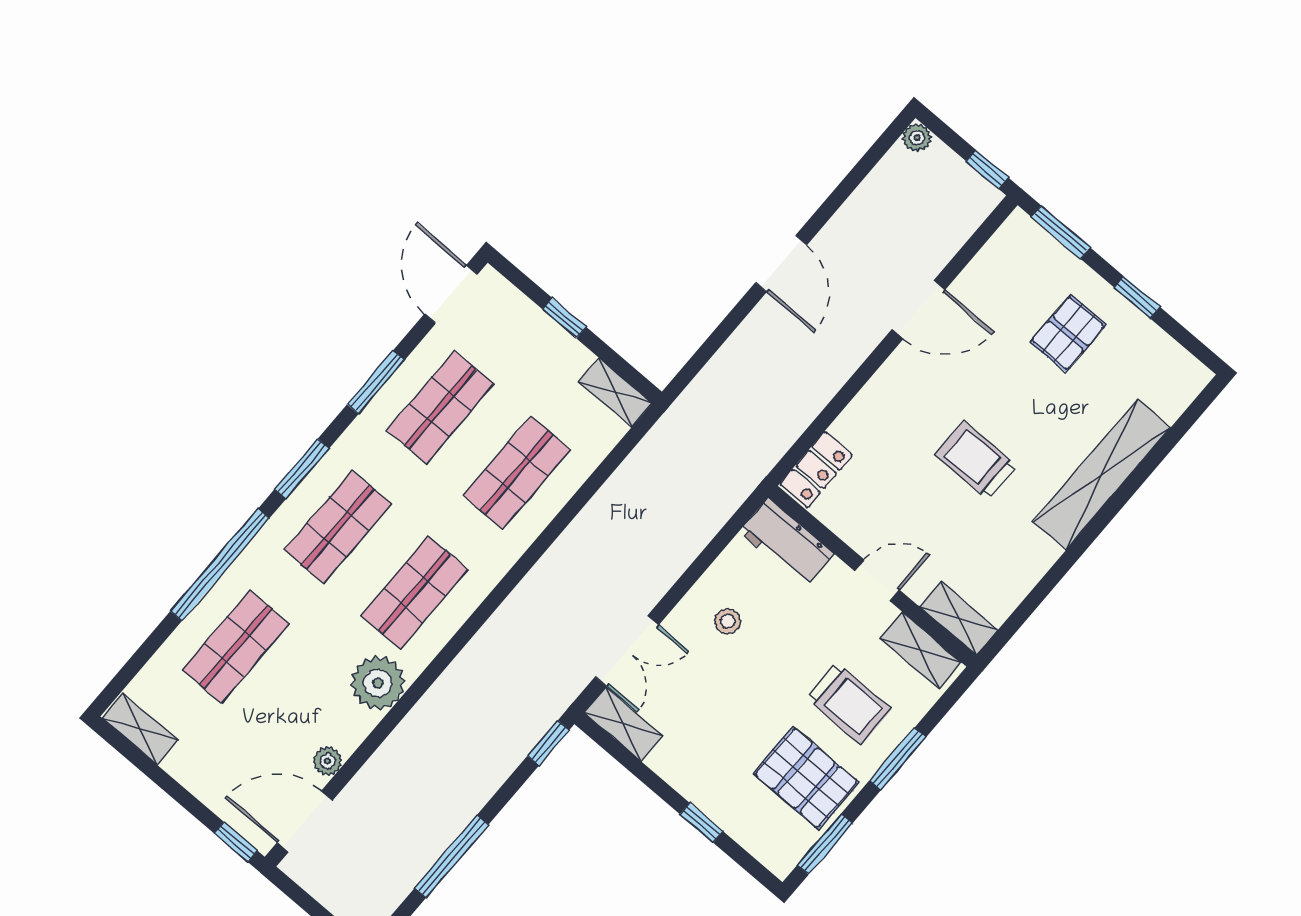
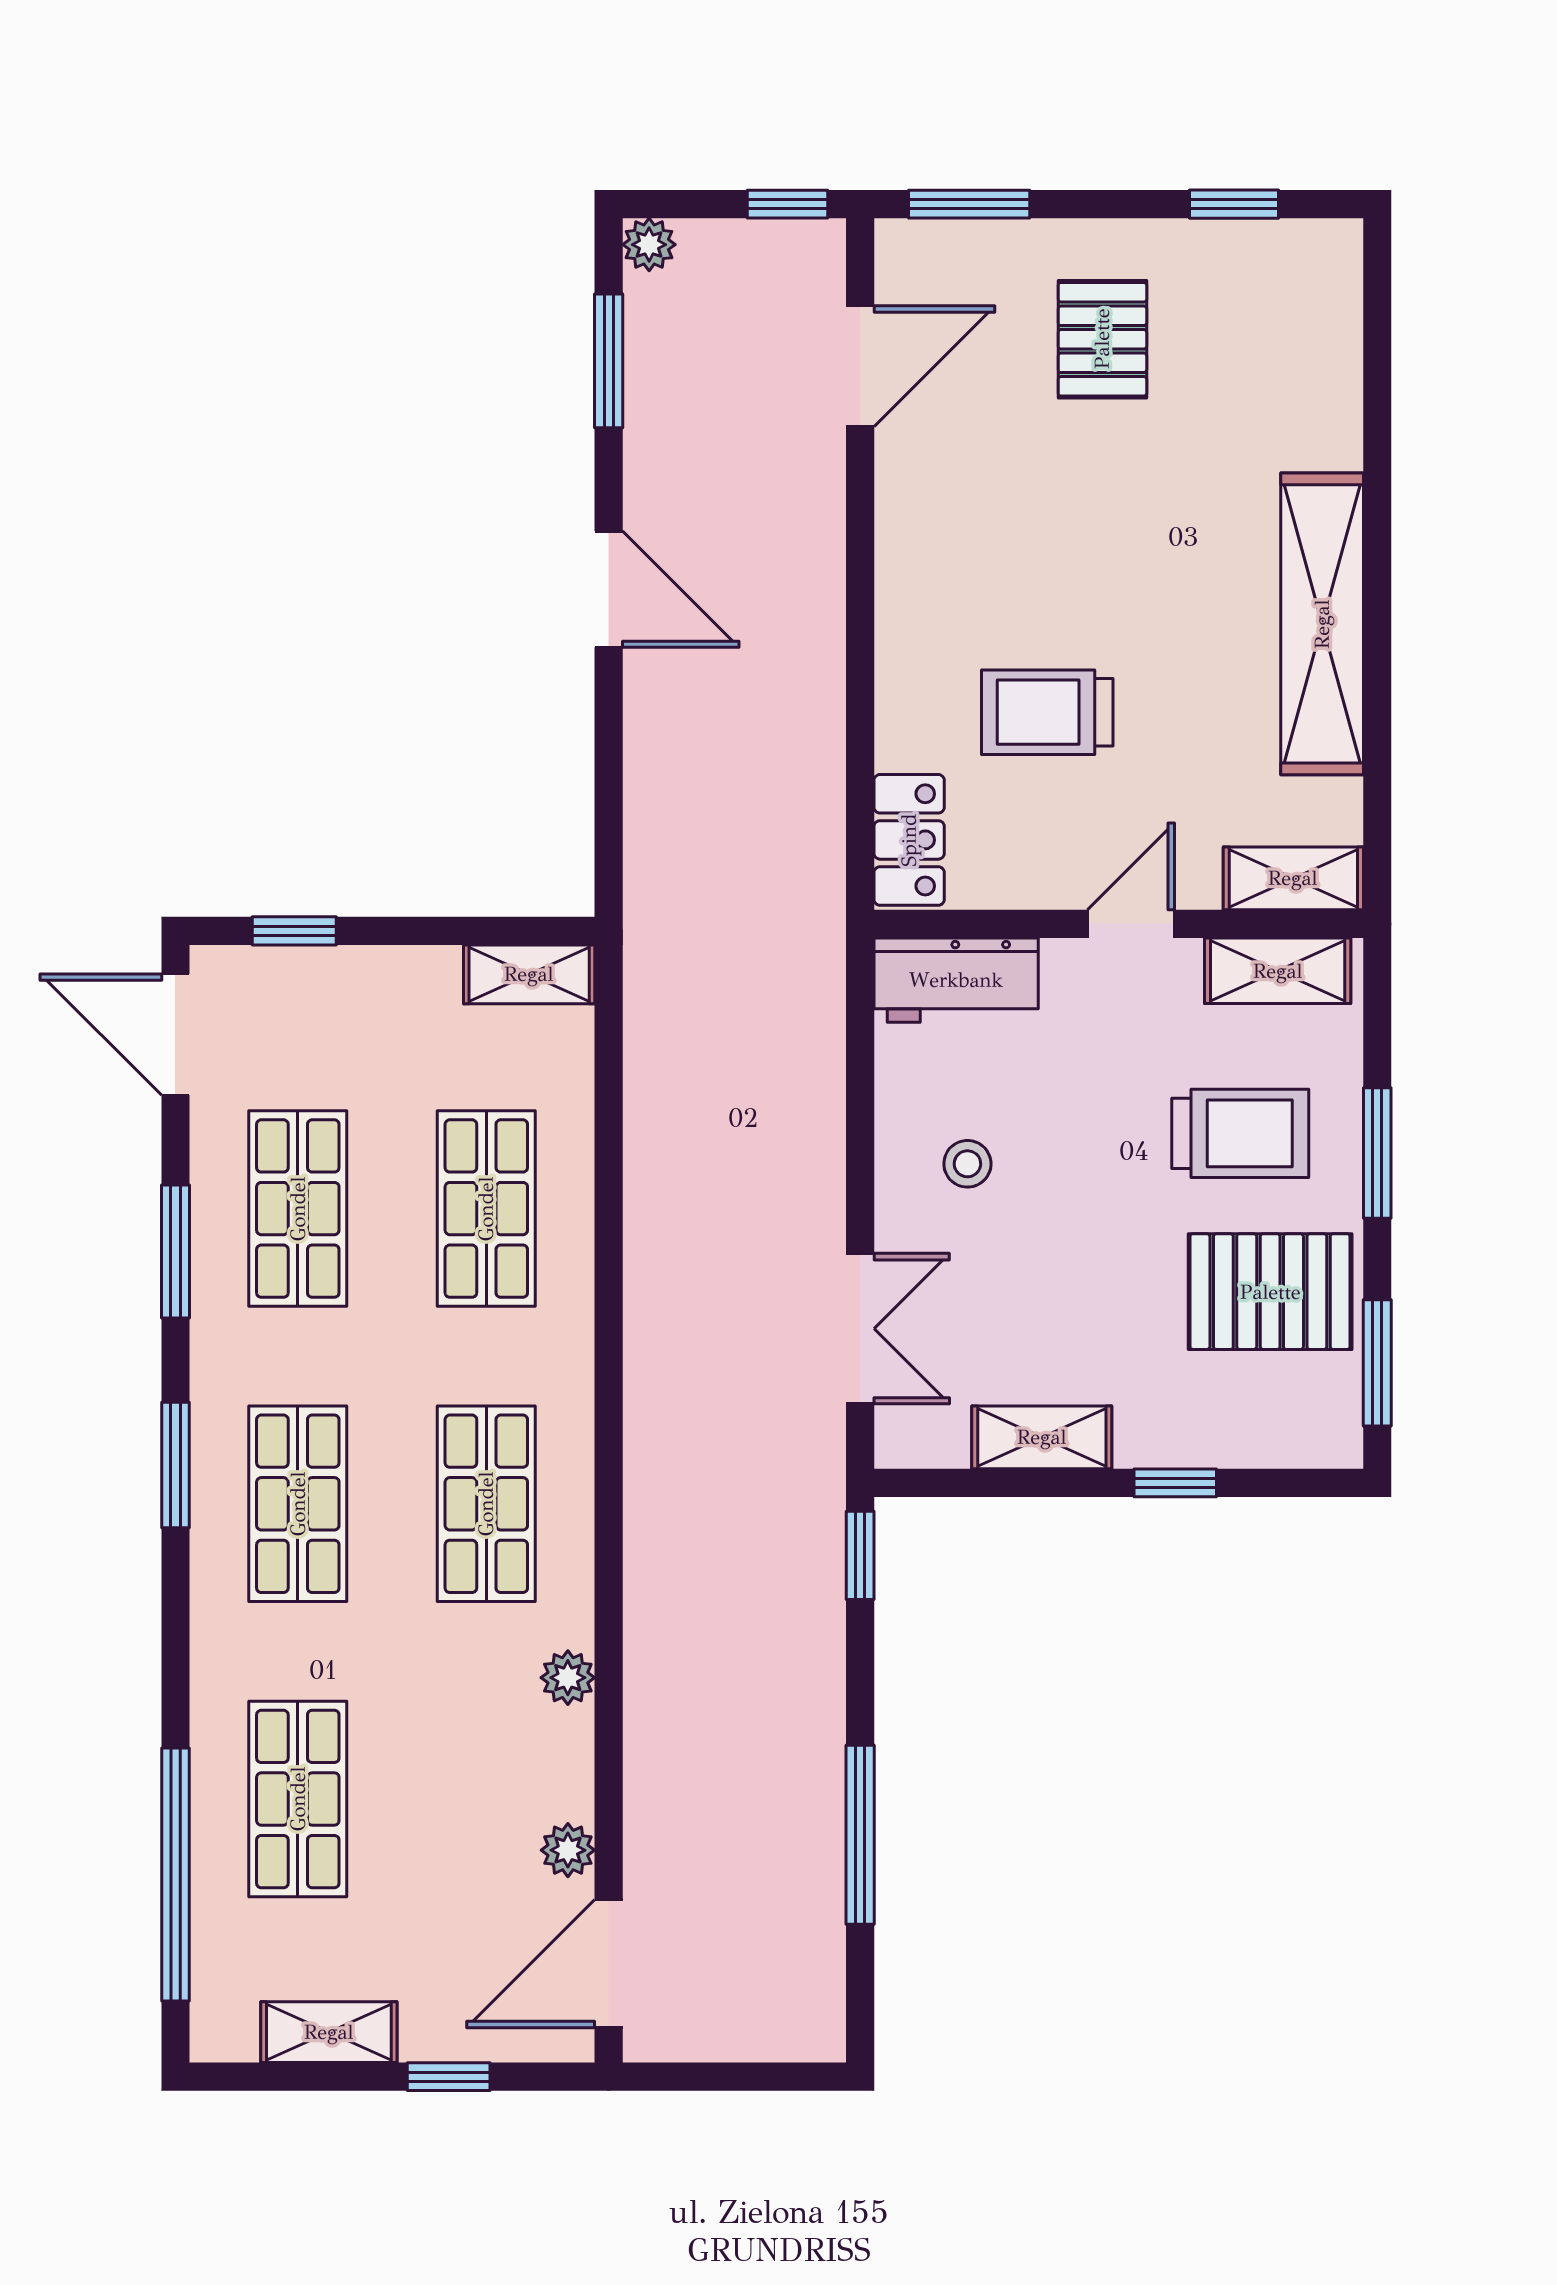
window: (860, 171) -> (609, 361), added
window: (1137, 297) -> (1234, 204), moved
door: (919, 310) -> (860, 366), moved
window: (564, 318) -> (294, 931), moved
trolley: (976, 460) -> (1047, 712), moved
shelving: (1102, 474) -> (1322, 624), moved
window: (220, 565) -> (175, 1875), moved
plant: (378, 683) -> (568, 1678), width x0.53, depth x0.53
shelving: (623, 724) -> (1042, 1437), moved
shelving: (140, 729) -> (329, 2032), moved
window: (236, 842) -> (449, 2077), moved

